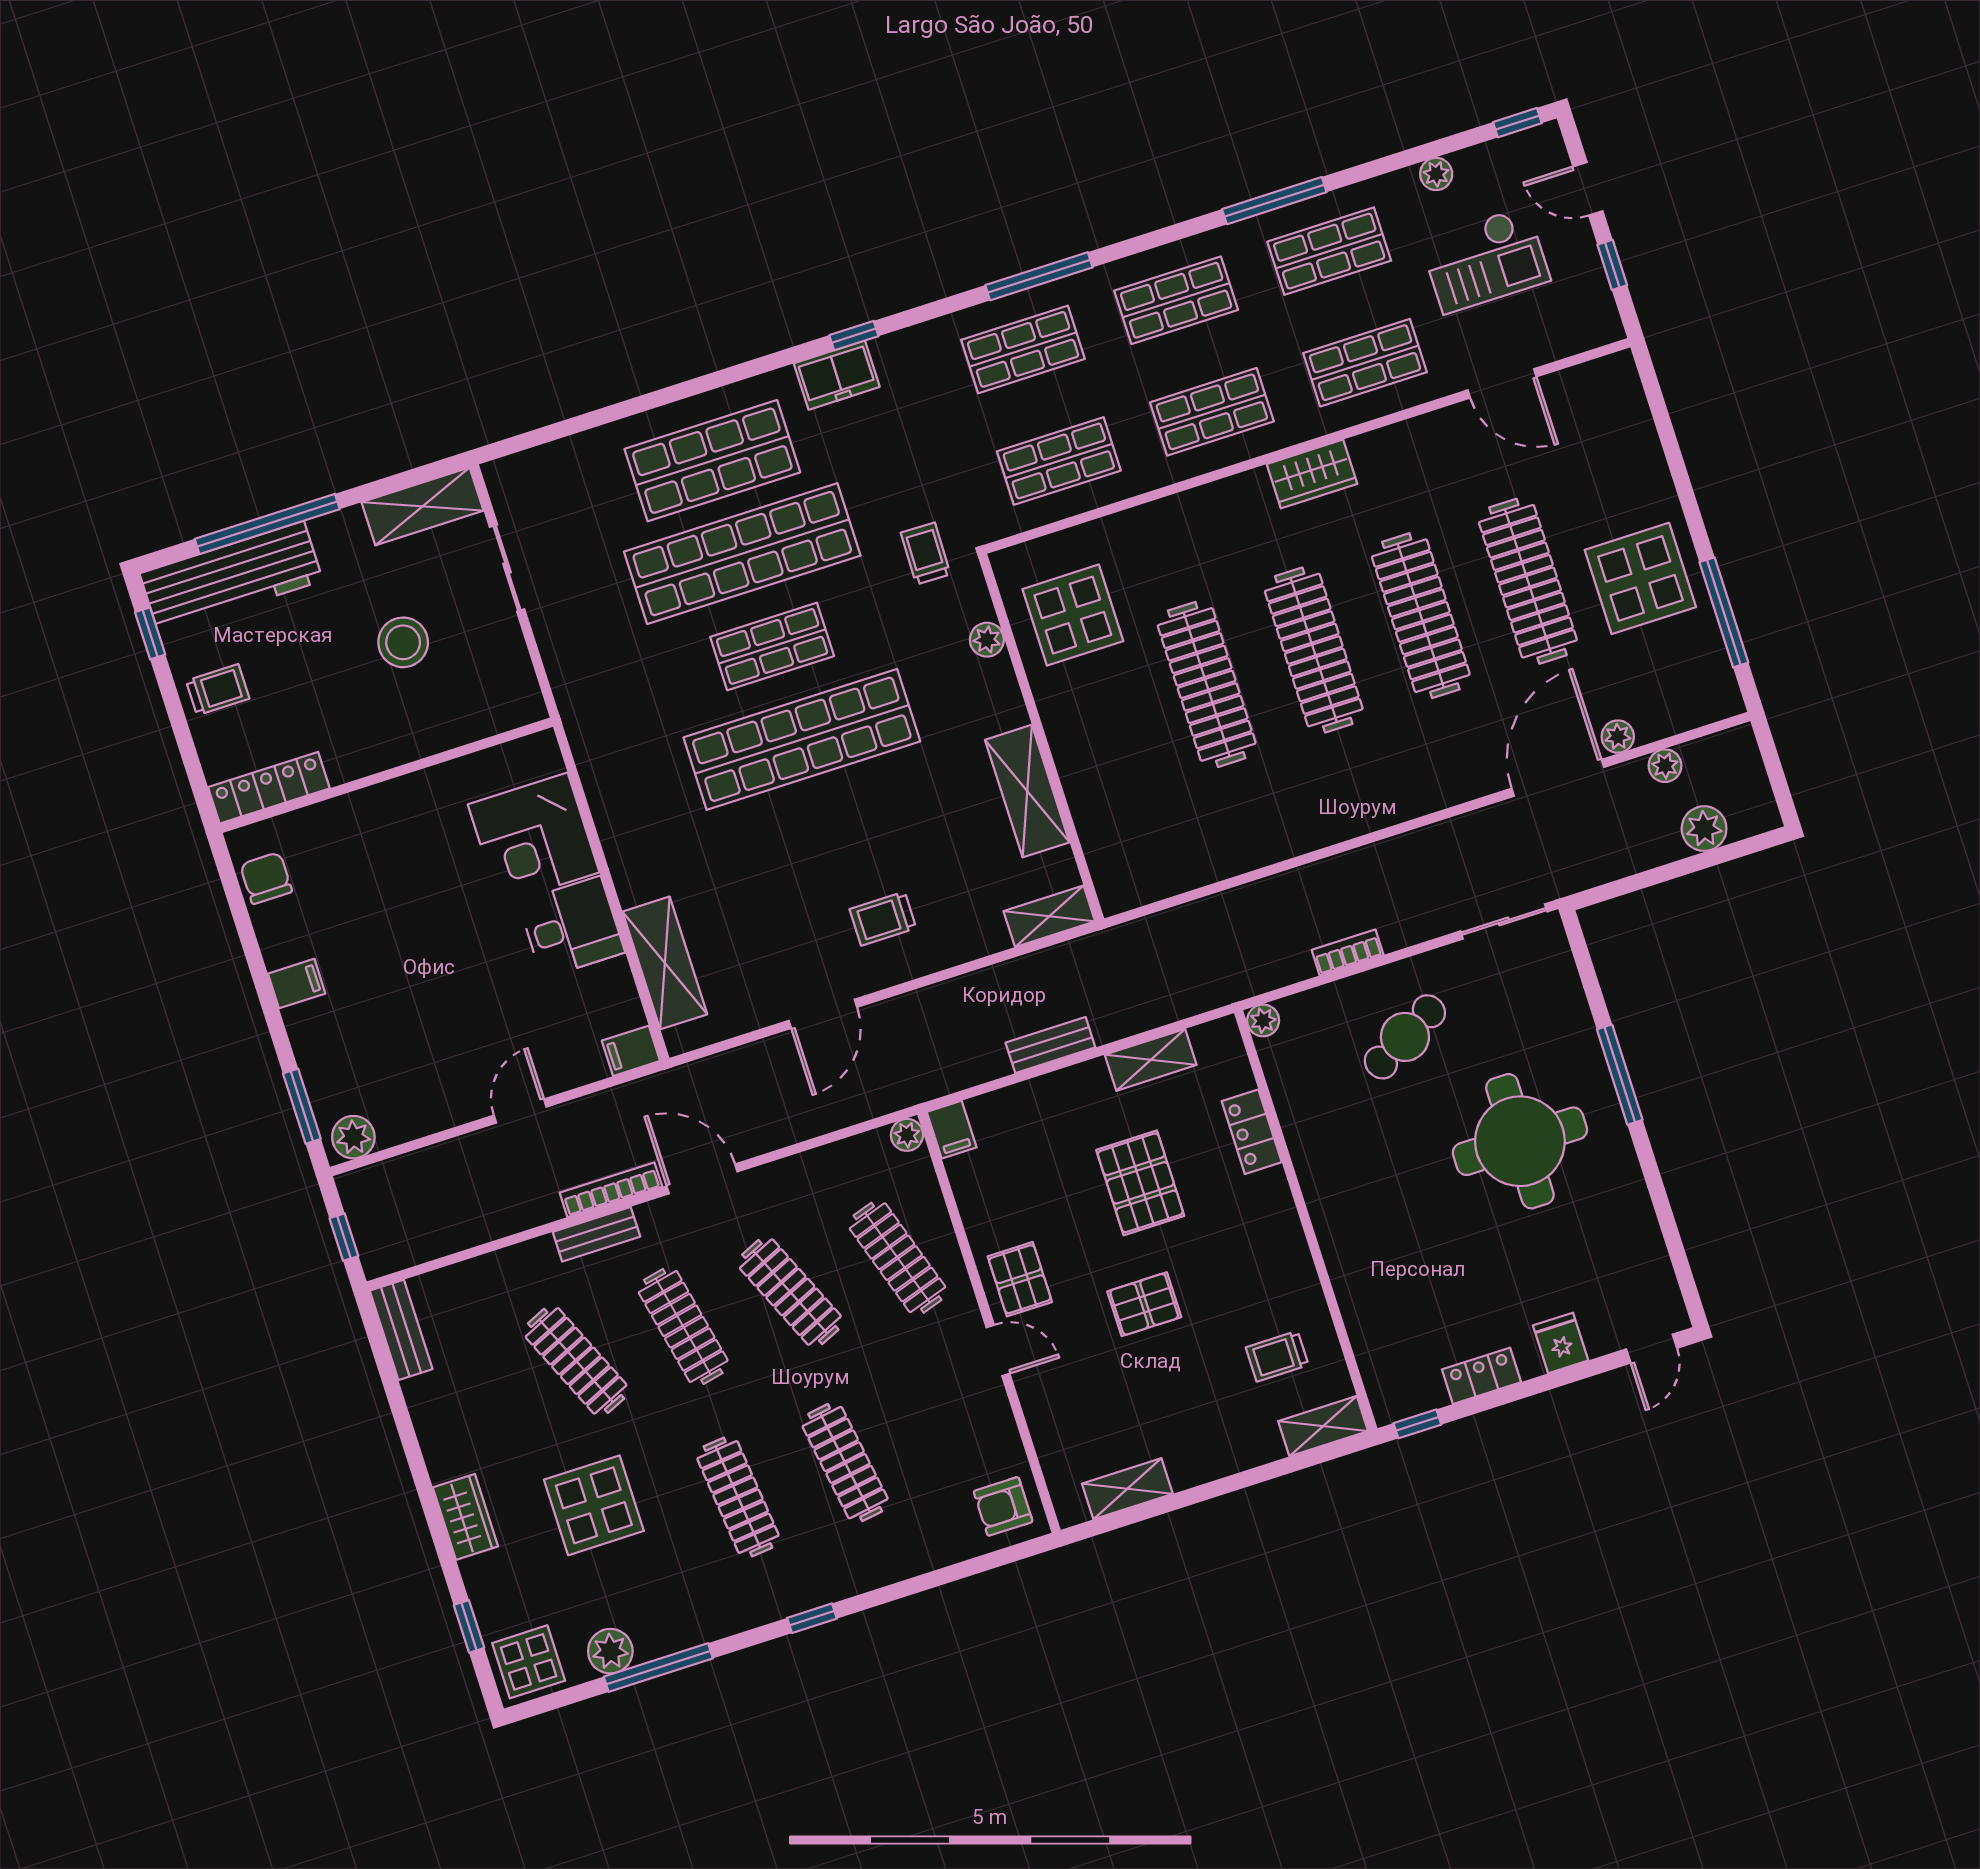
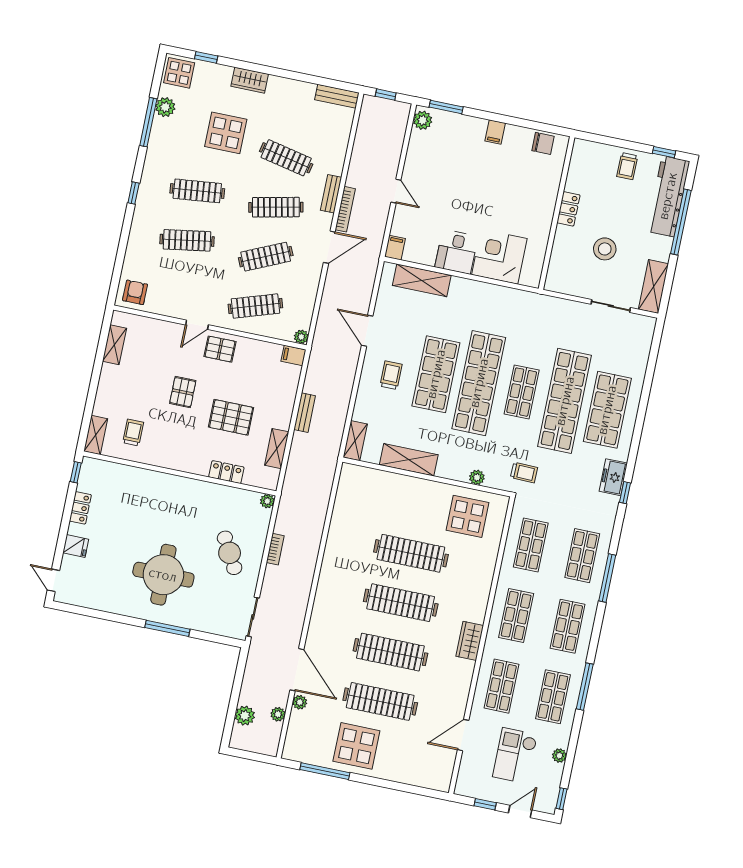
locker: (269, 788) -> (568, 209), moved, width x0.66
shop shelf: (832, 832) -> (436, 374), added
clothes rail: (576, 1361) -> (286, 158), turned 36

